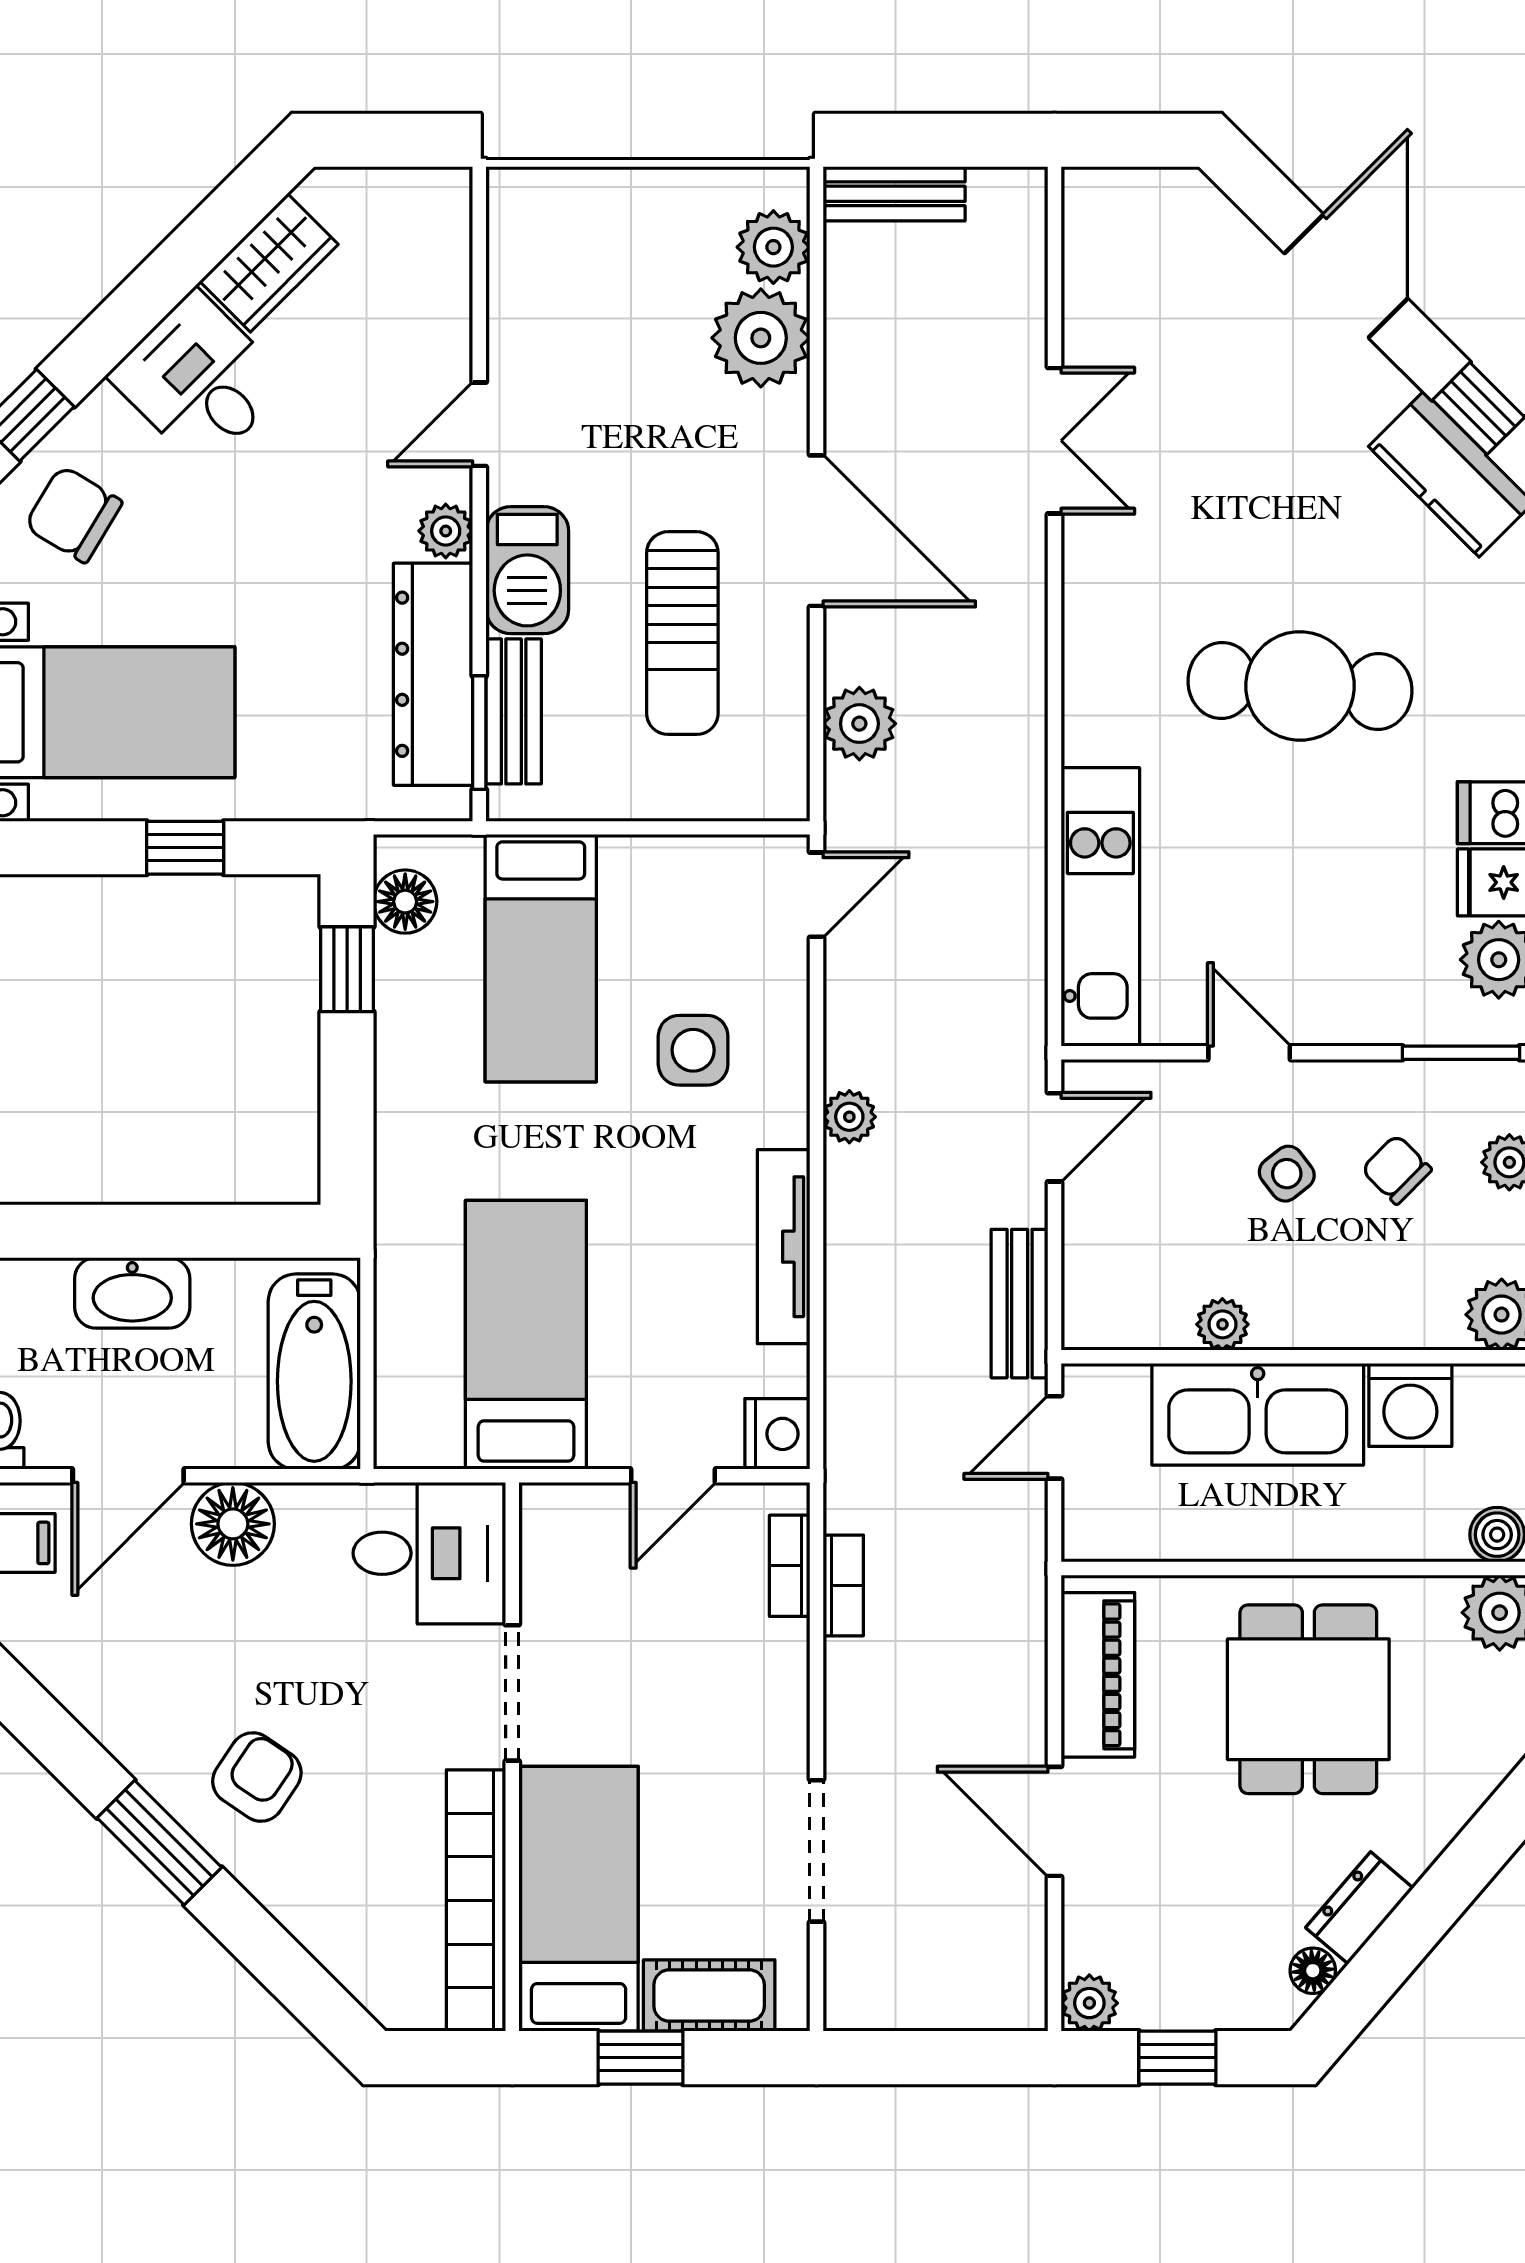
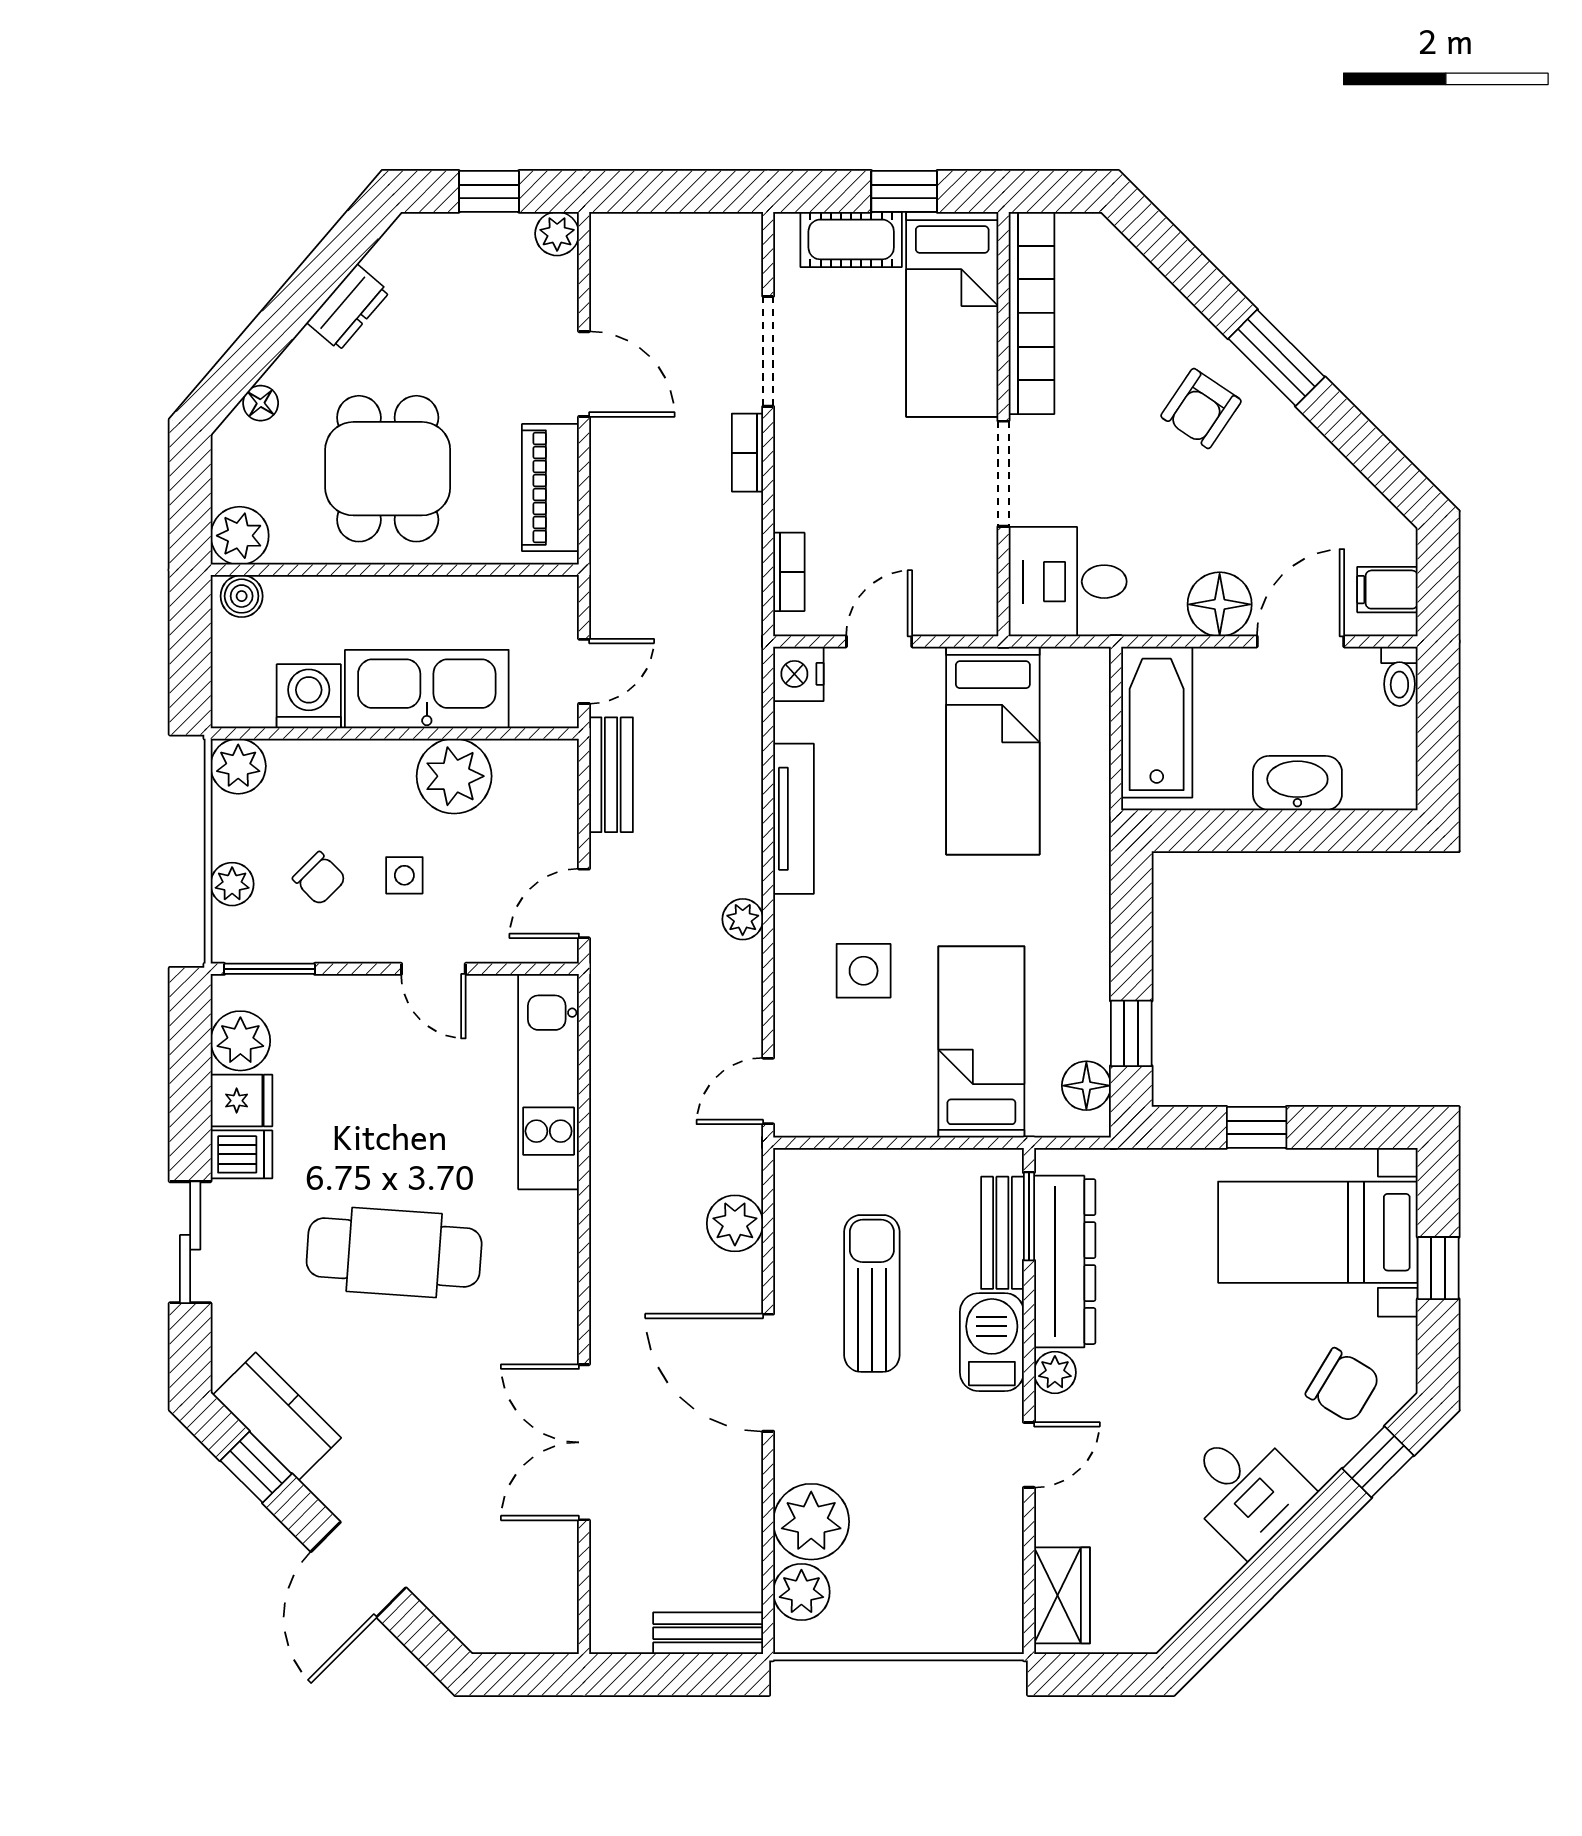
wardrobe: (269, 263) -> (1062, 1595), moved, turned 135
double door: (1055, 441) -> (584, 1442), width x1.37
side table: (1287, 1174) -> (404, 875), turned 38
plant: (1222, 1324) -> (454, 776), width x1.88, depth x1.88
bookcase: (843, 1585) -> (747, 453), moved
floor lamp: (1313, 1971) -> (261, 403), moved

